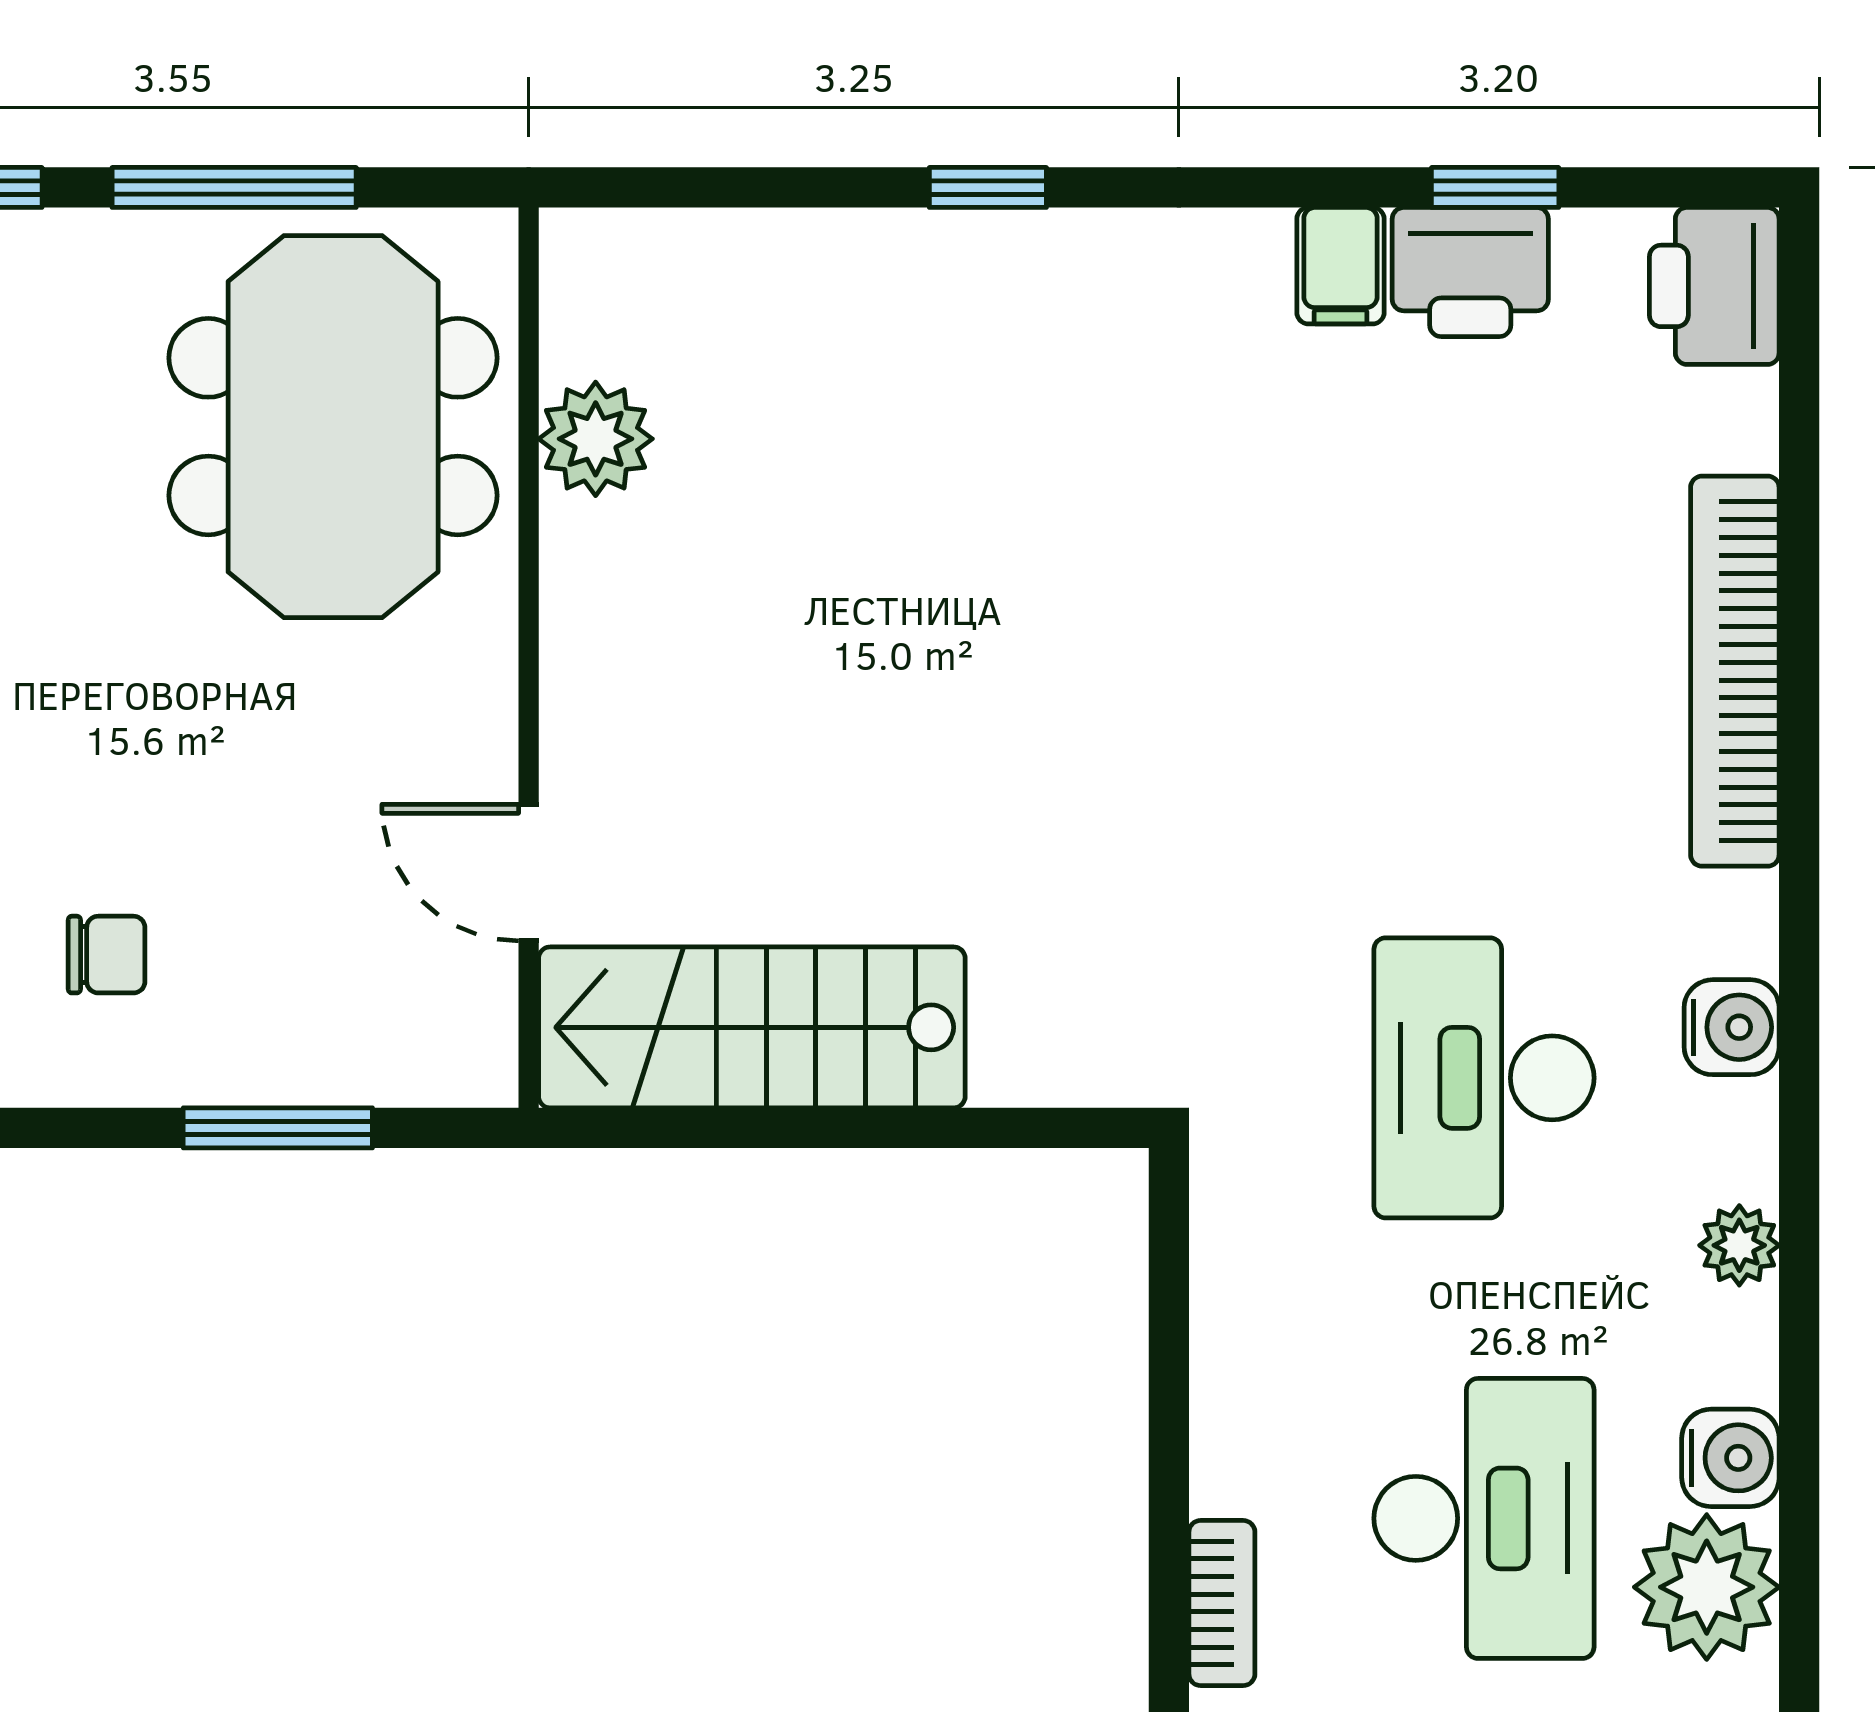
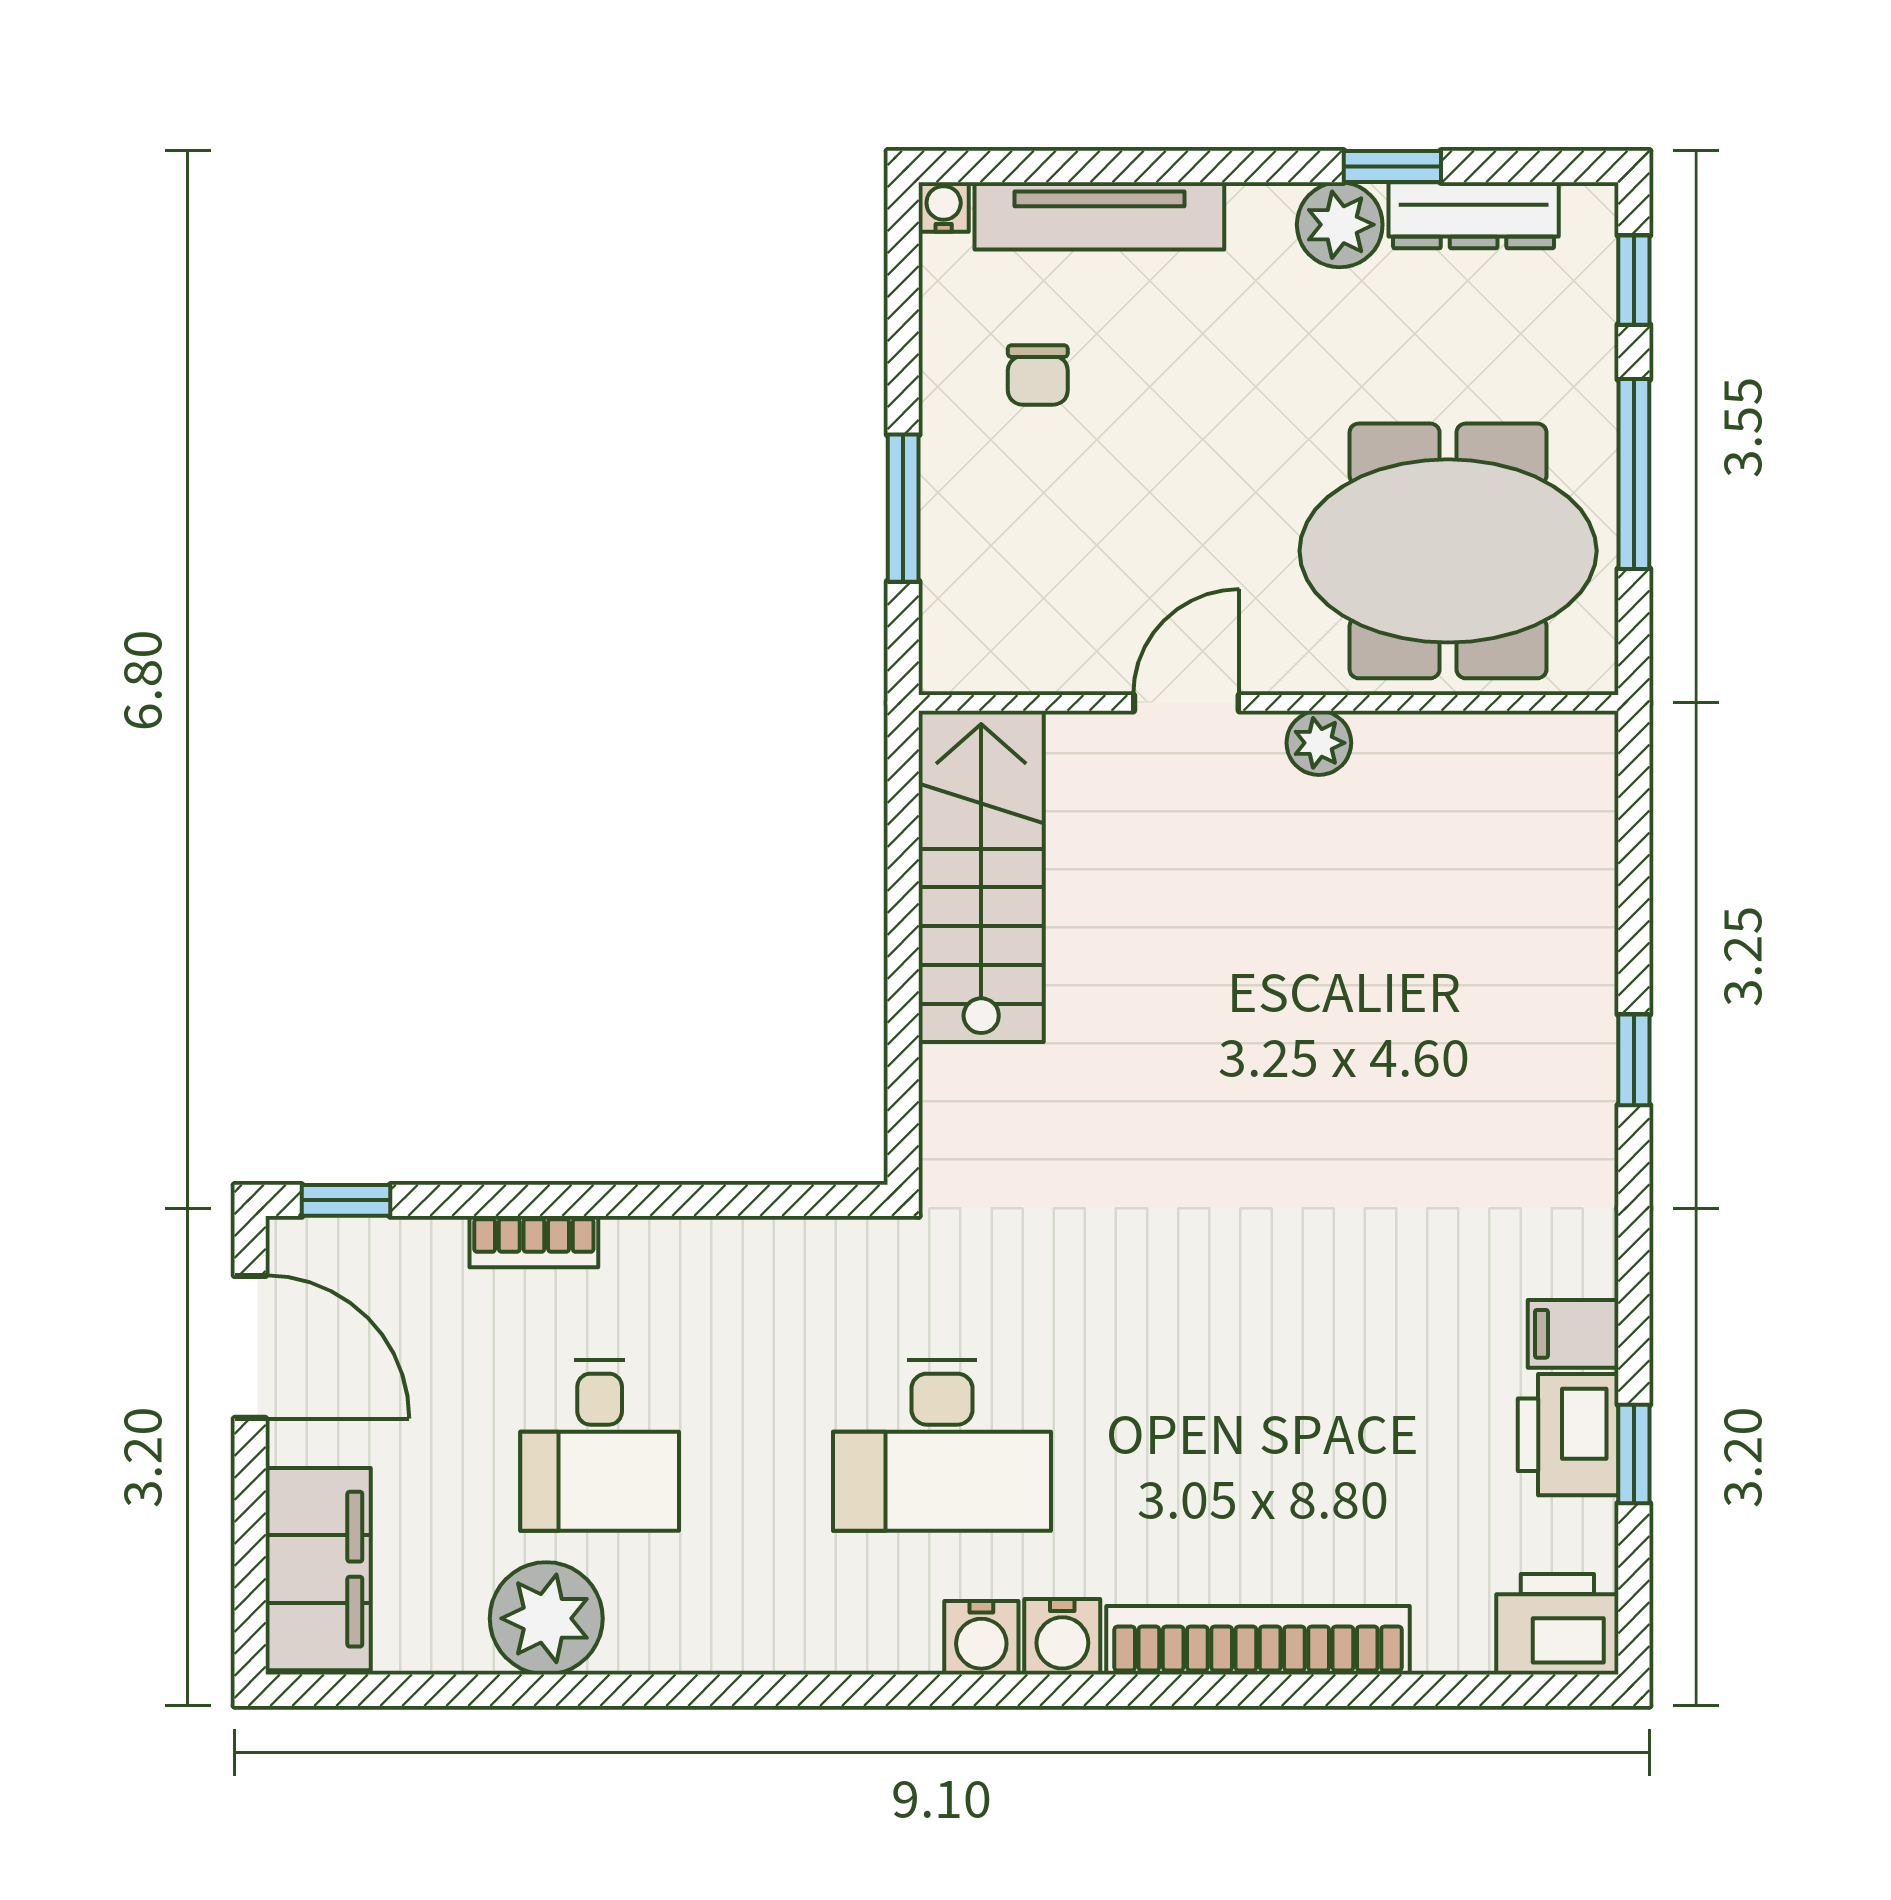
plant: (596, 439) -> (1319, 743), moved, width x0.73, depth x0.73
door: (529, 873) -> (1186, 703), moved
desk: (1484, 1078) -> (942, 1445), turned 180
plant: (1739, 1245) -> (812, 1644), removed
water cooler: (1730, 1458) -> (1062, 1637), moved
desk: (1484, 1518) -> (600, 1445), width x0.73

